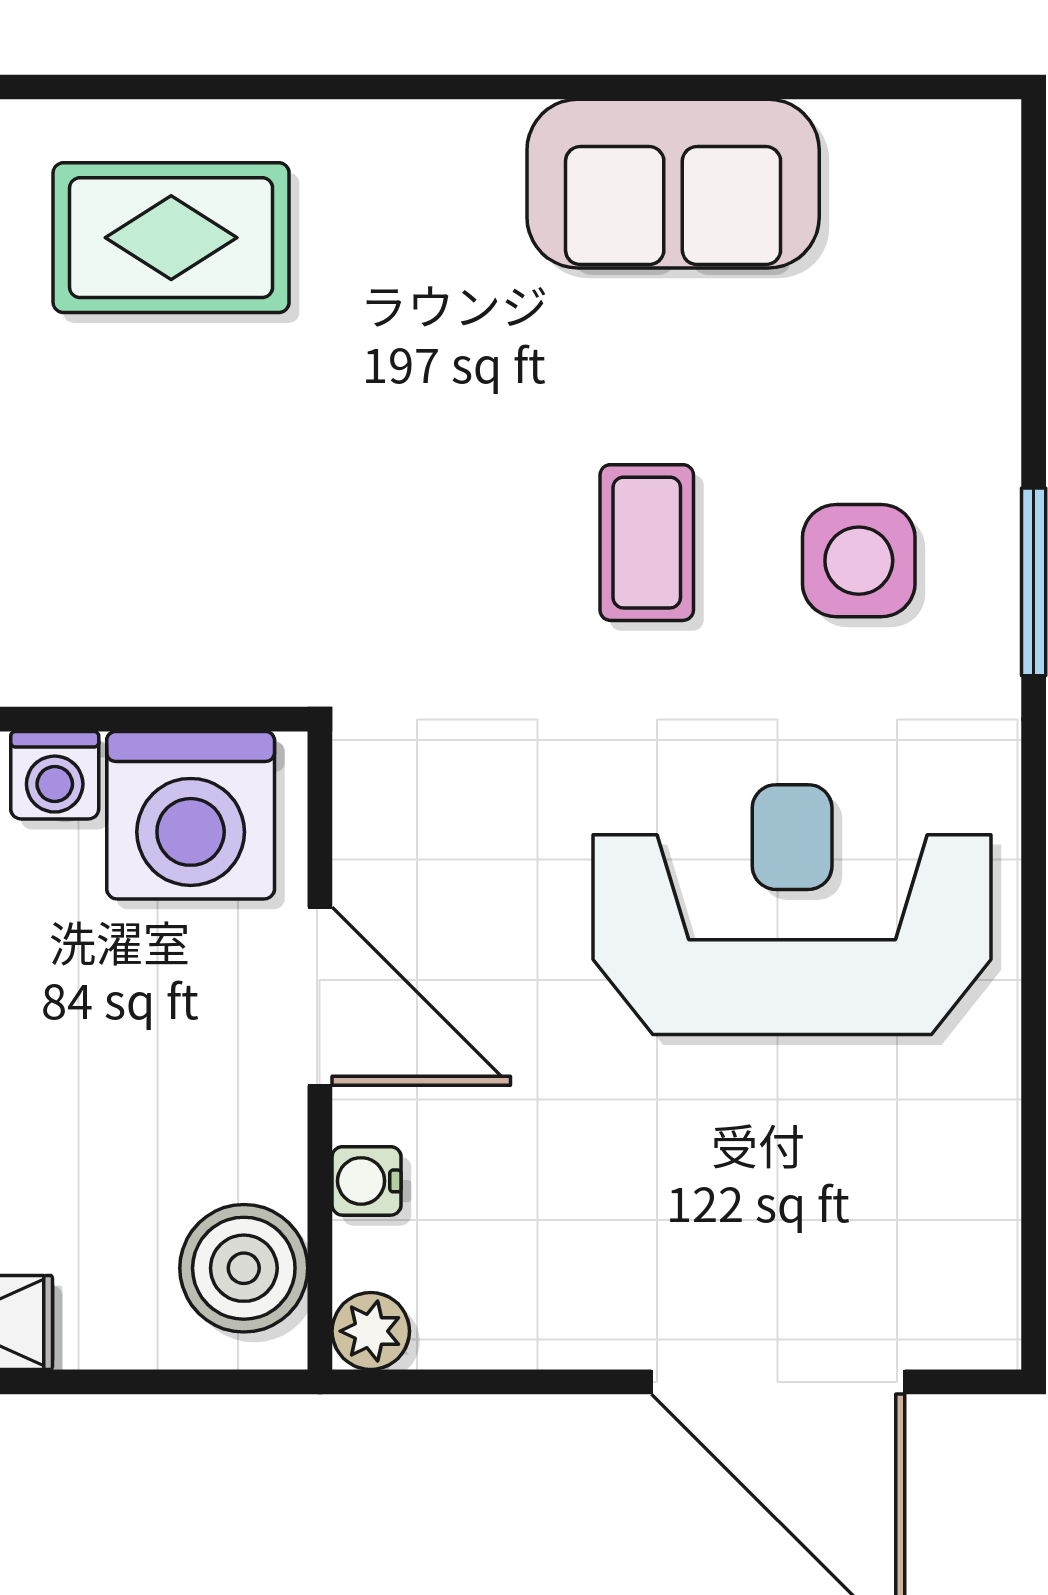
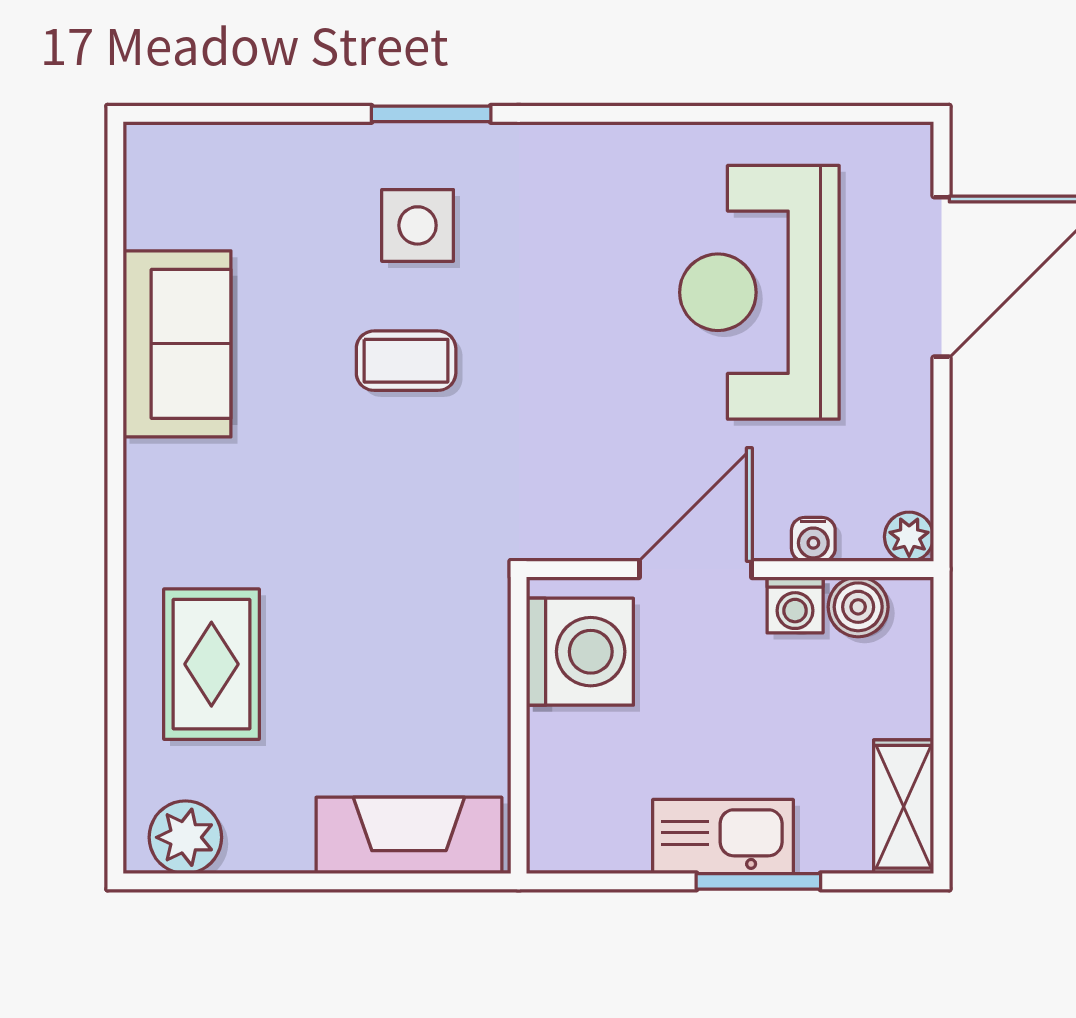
washing machine: (55, 775) -> (795, 605), moved, turned 90
reception desk: (792, 910) -> (759, 292), moved
boiler: (244, 1268) -> (858, 607), width x0.73, depth x0.73

